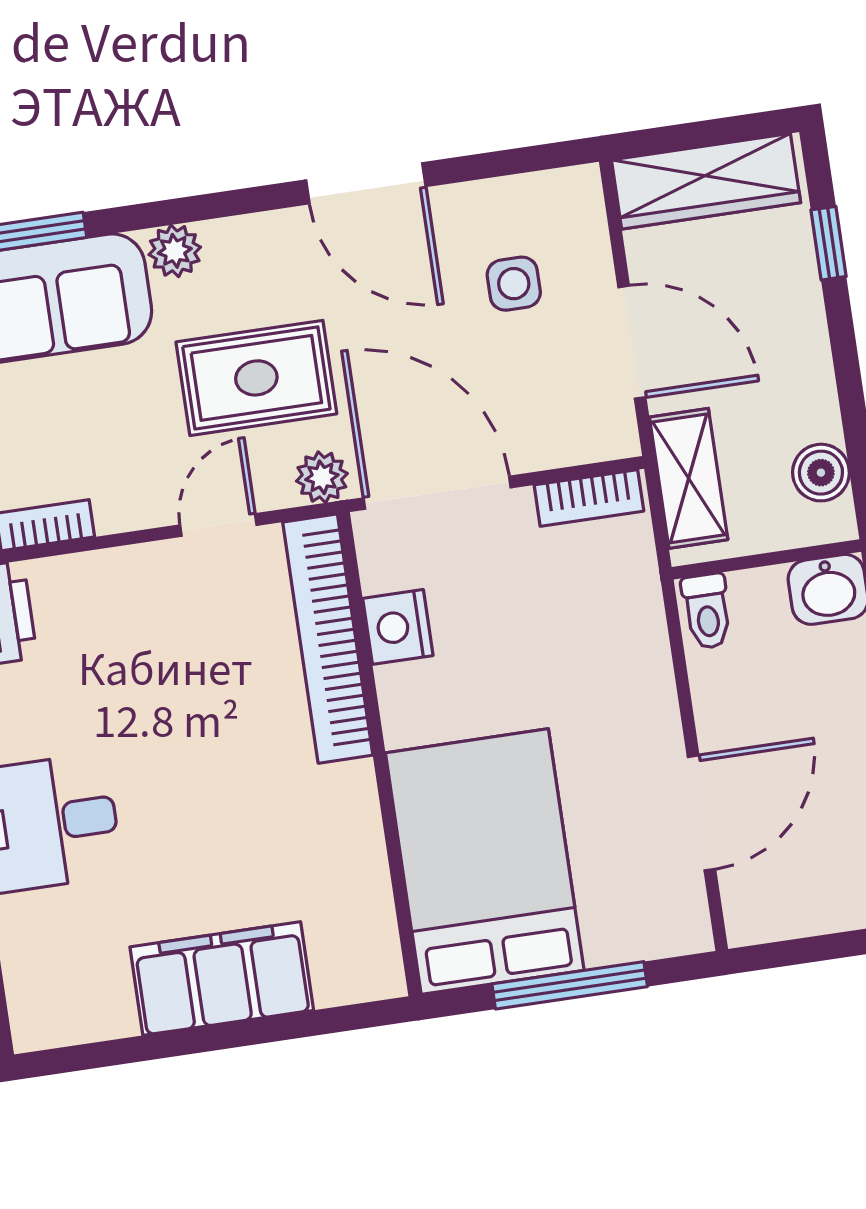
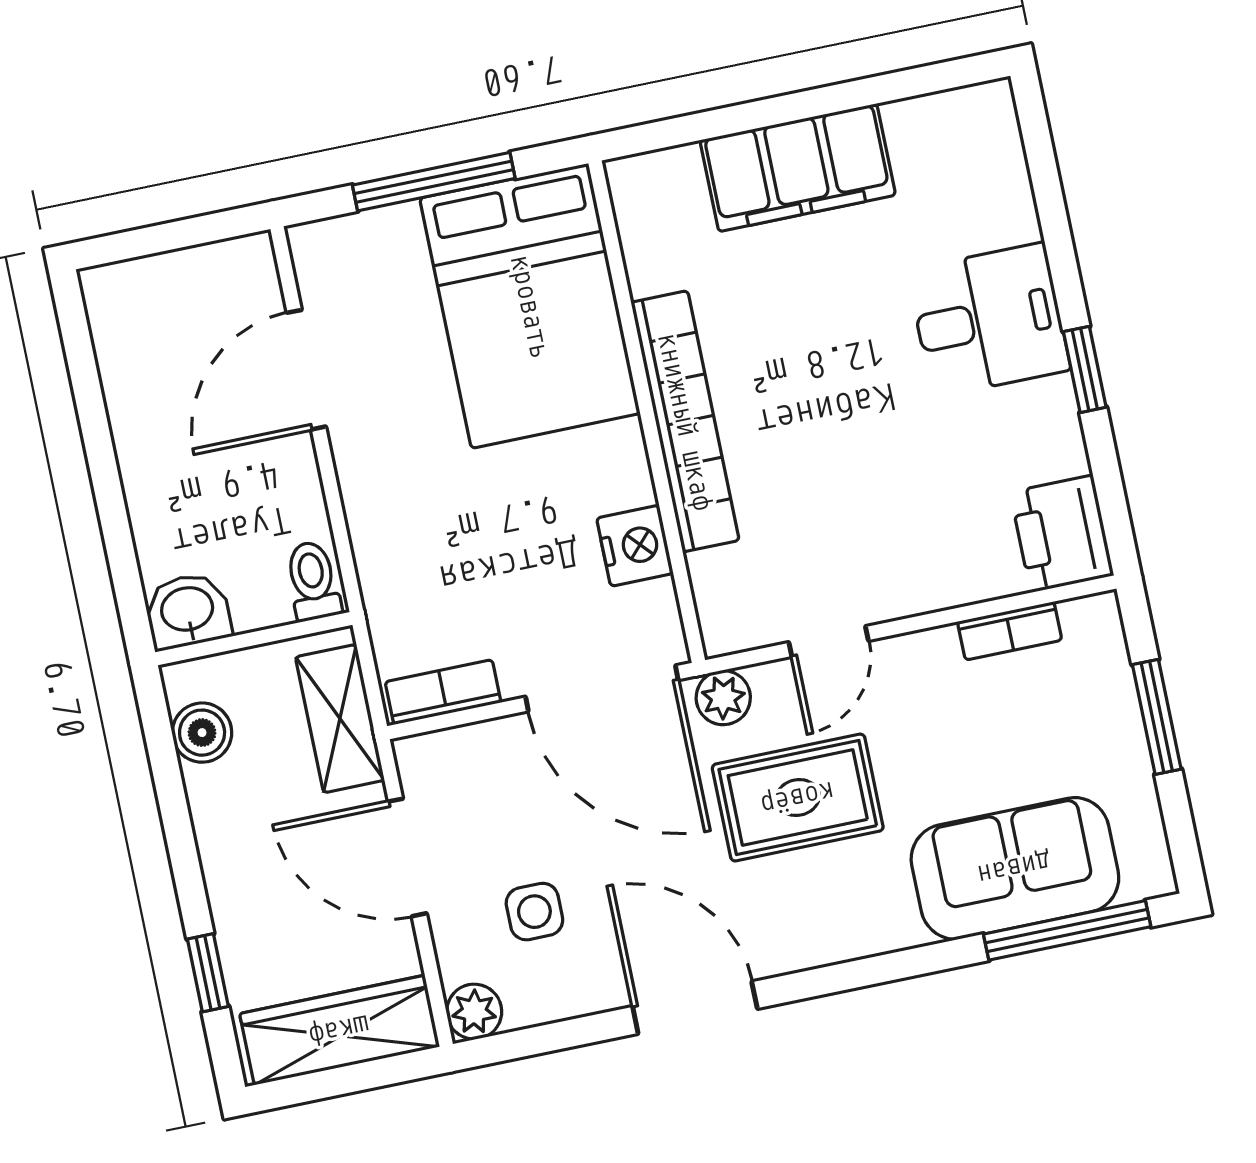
plant: (175, 251) -> (474, 1012), moved
bookcase: (328, 639) -> (685, 421), moved

